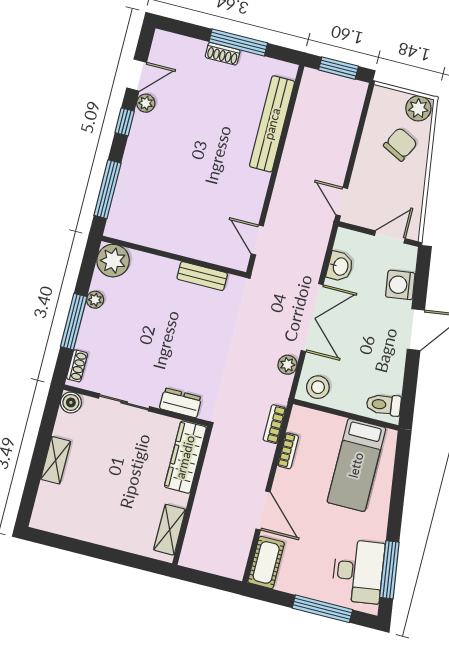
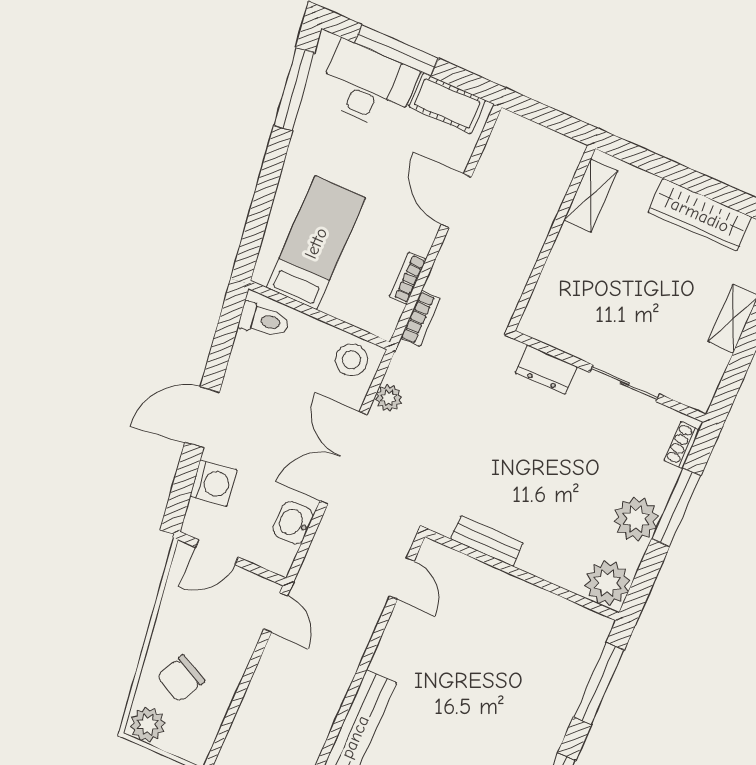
plant: (95, 300) -> (636, 519), width x1.87, depth x1.87
boiler: (71, 402) -> (699, 395), removed
wardrobe: (185, 457) -> (700, 215), moved, turned 90
cot: (266, 562) -> (447, 103), moved, turned 90
desk: (358, 571) -> (368, 85), moved, turned 98

